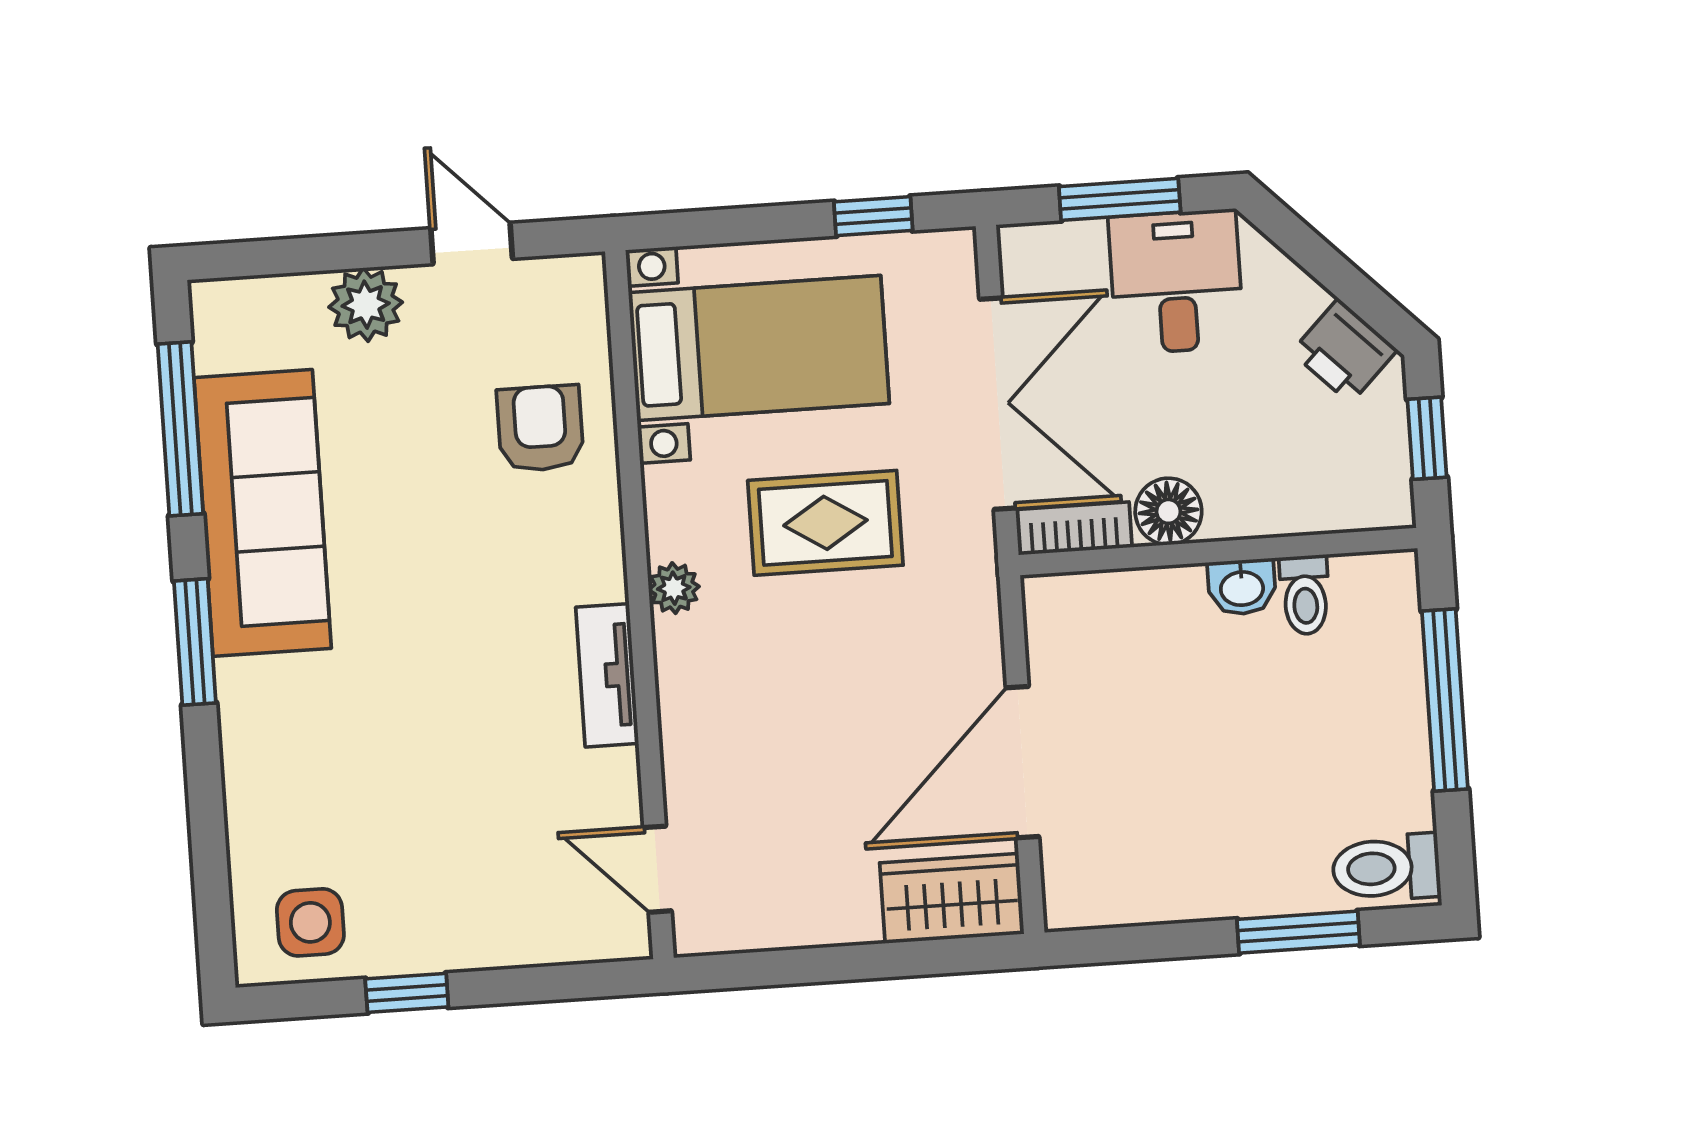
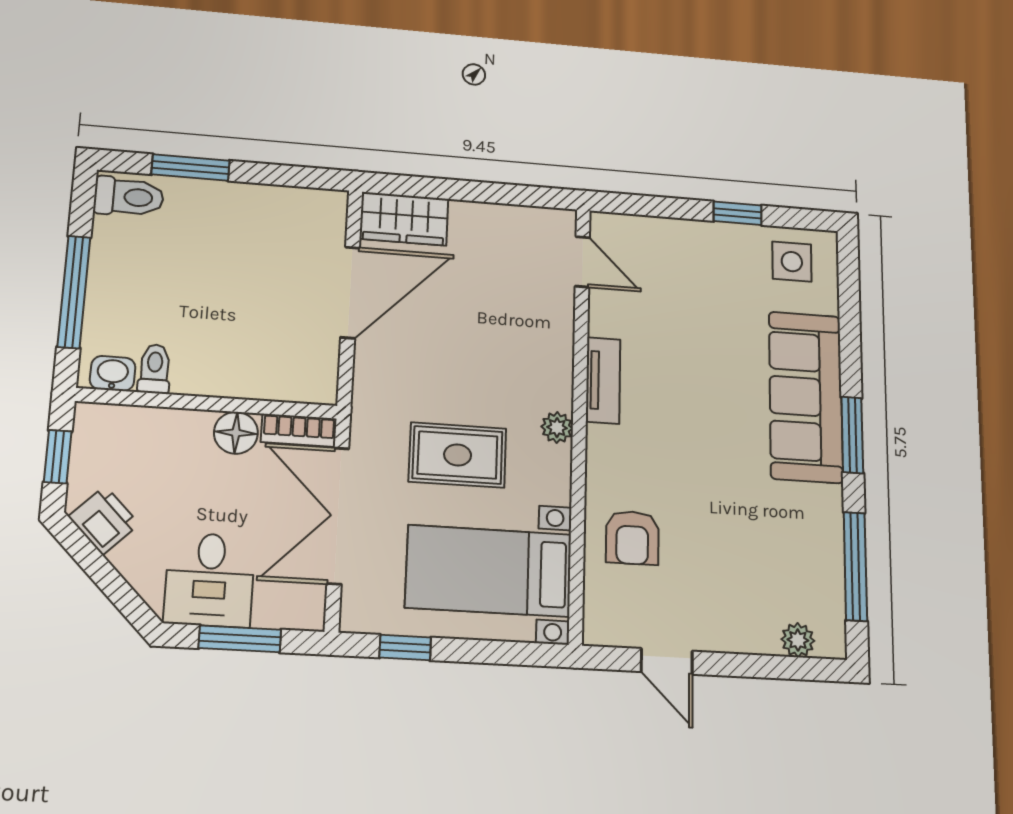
plant: (366, 305) -> (798, 640), moved, width x0.73, depth x0.73
sofa: (263, 513) -> (806, 397), moved
washbasin: (1242, 587) -> (113, 374), moved

